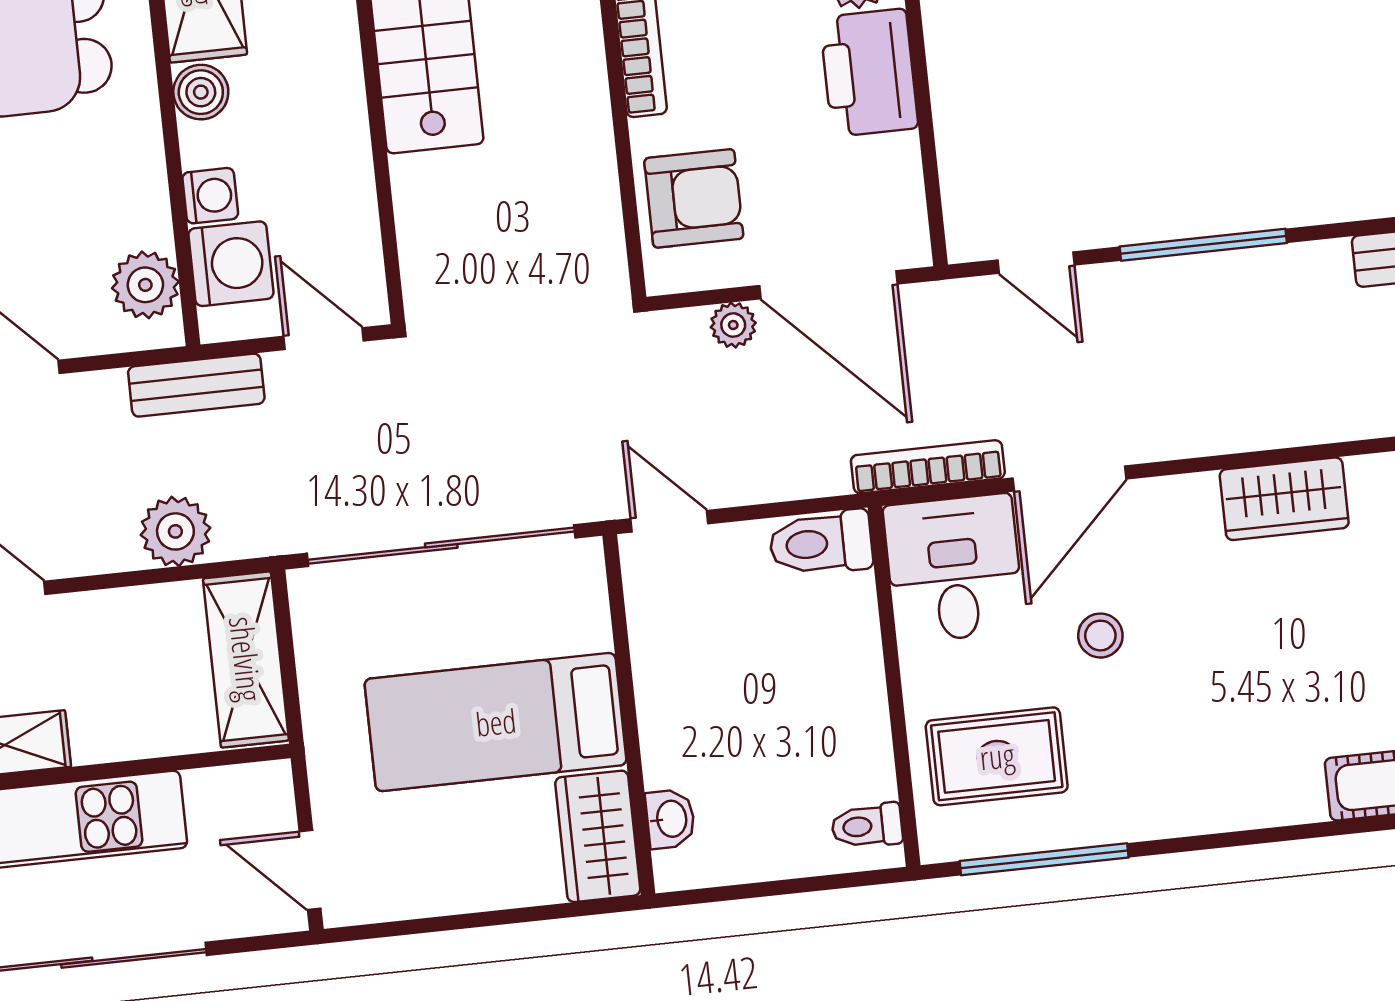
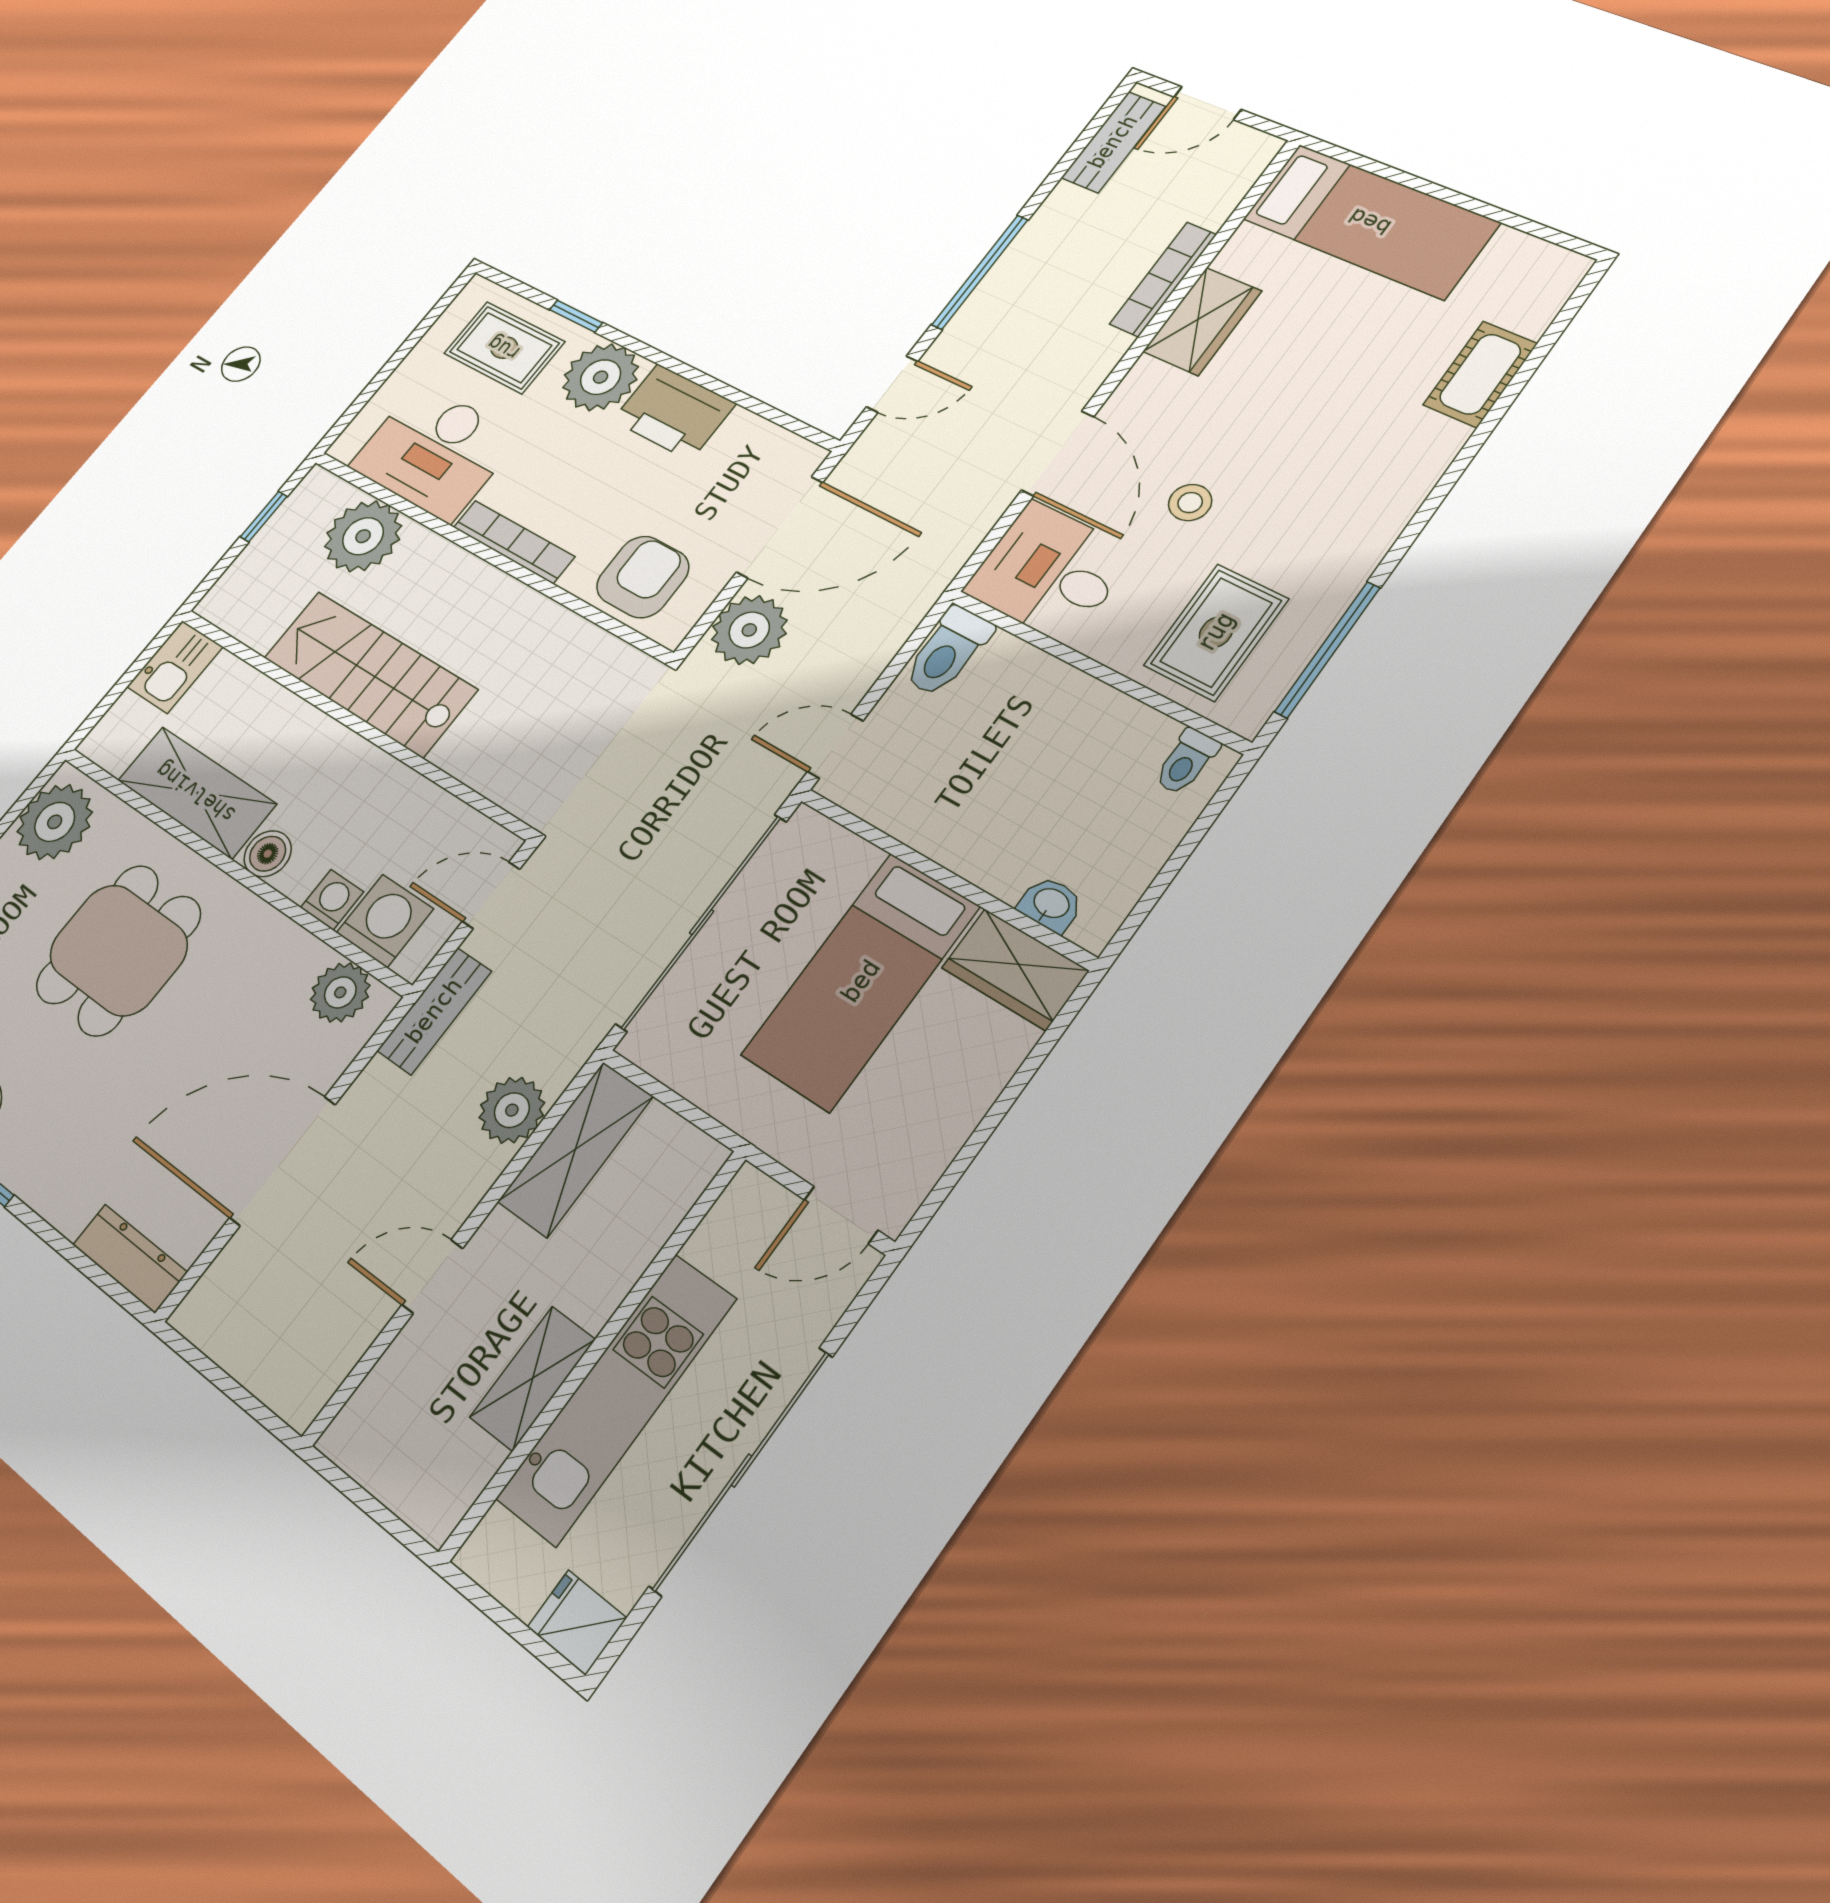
plant: (733, 325) -> (749, 630), width x1.88, depth x1.88
bookcase: (928, 467) -> (1163, 279), moved
shelving: (246, 659) -> (576, 1149), moved, turned 90

